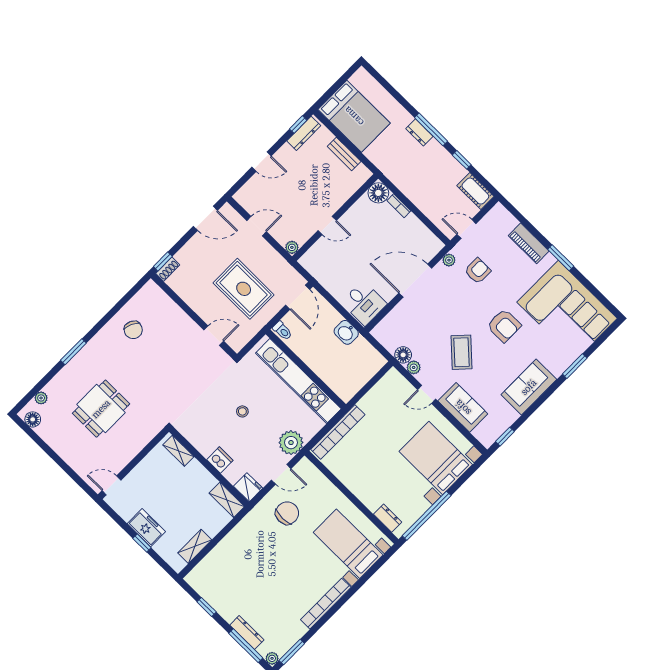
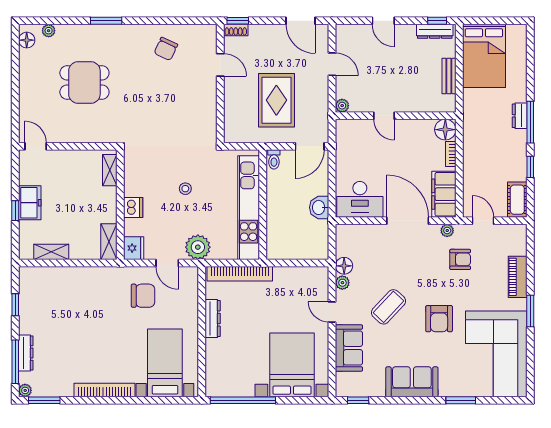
filing cabinet: (422, 238) -> (444, 194), added
desk: (364, 303) -> (360, 199), width x1.37
door: (214, 336) -> (220, 65), moved
dresser: (388, 518) -> (213, 319), moved, width x1.44

